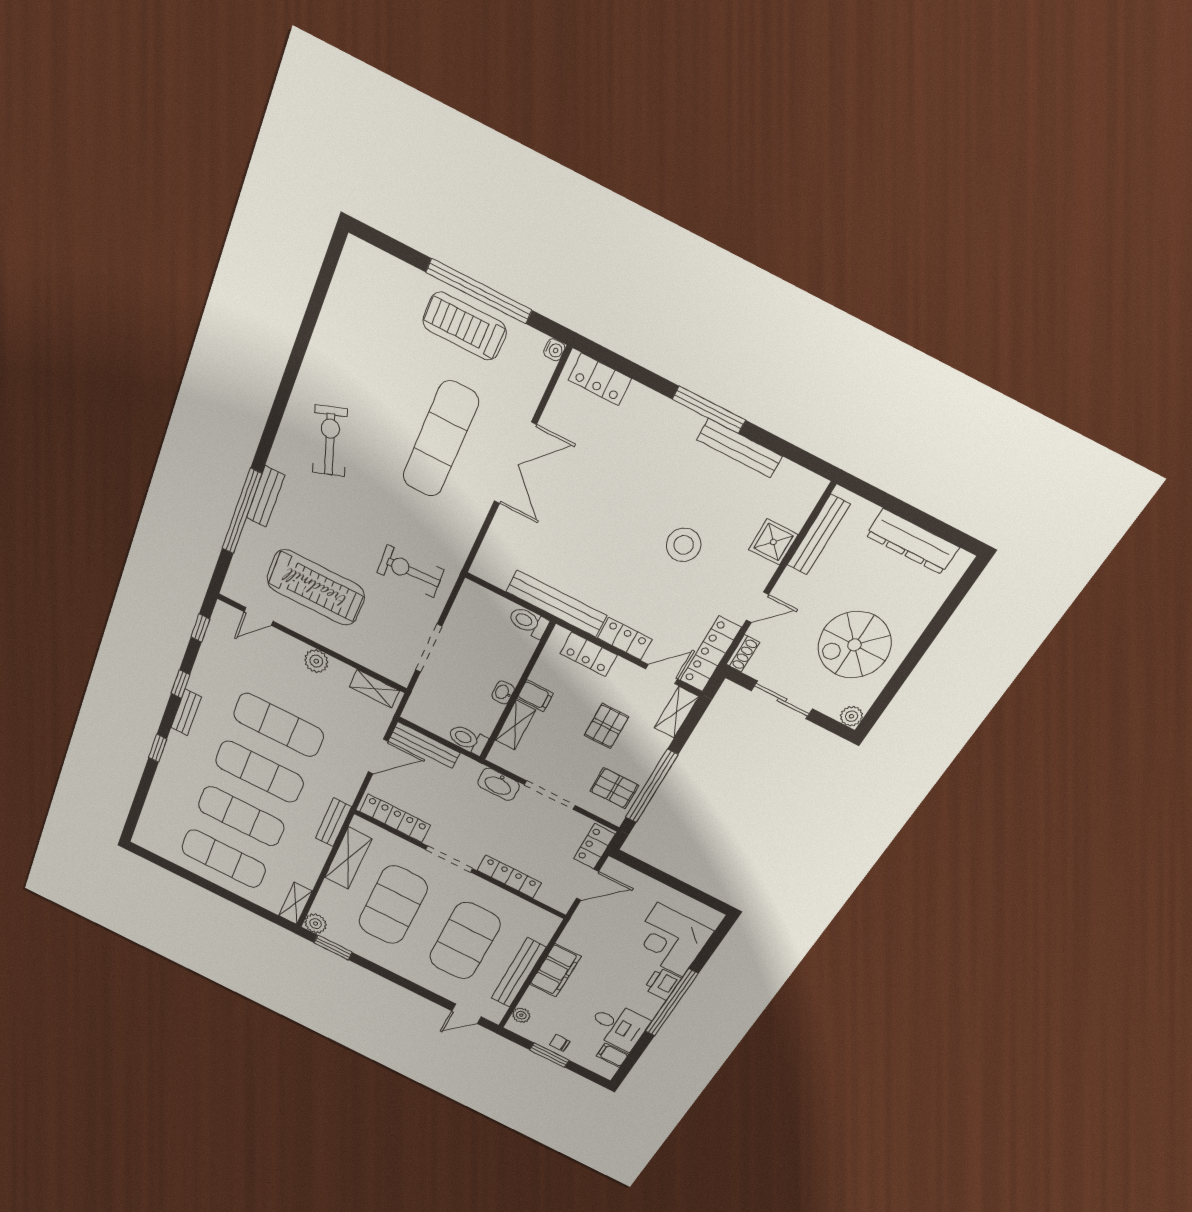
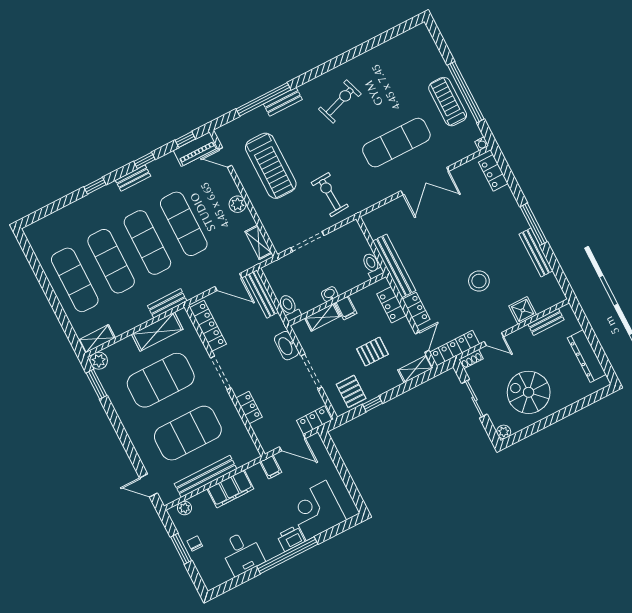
bench: (818, 535) -> (546, 322), width x0.73
piano: (220, 631) -> (196, 149), added
door: (662, 674) -> (422, 342), hinge flipped
window: (652, 786) -> (373, 404), width x0.32
locker: (509, 877) -> (249, 407), width x0.66
filing cabinet: (612, 1055) -> (271, 467), moved, turned 180

